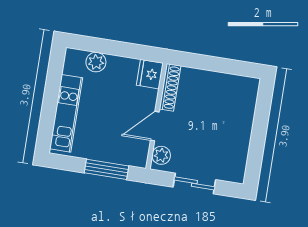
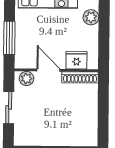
fridge: (150, 74) -> (76, 60), moved

